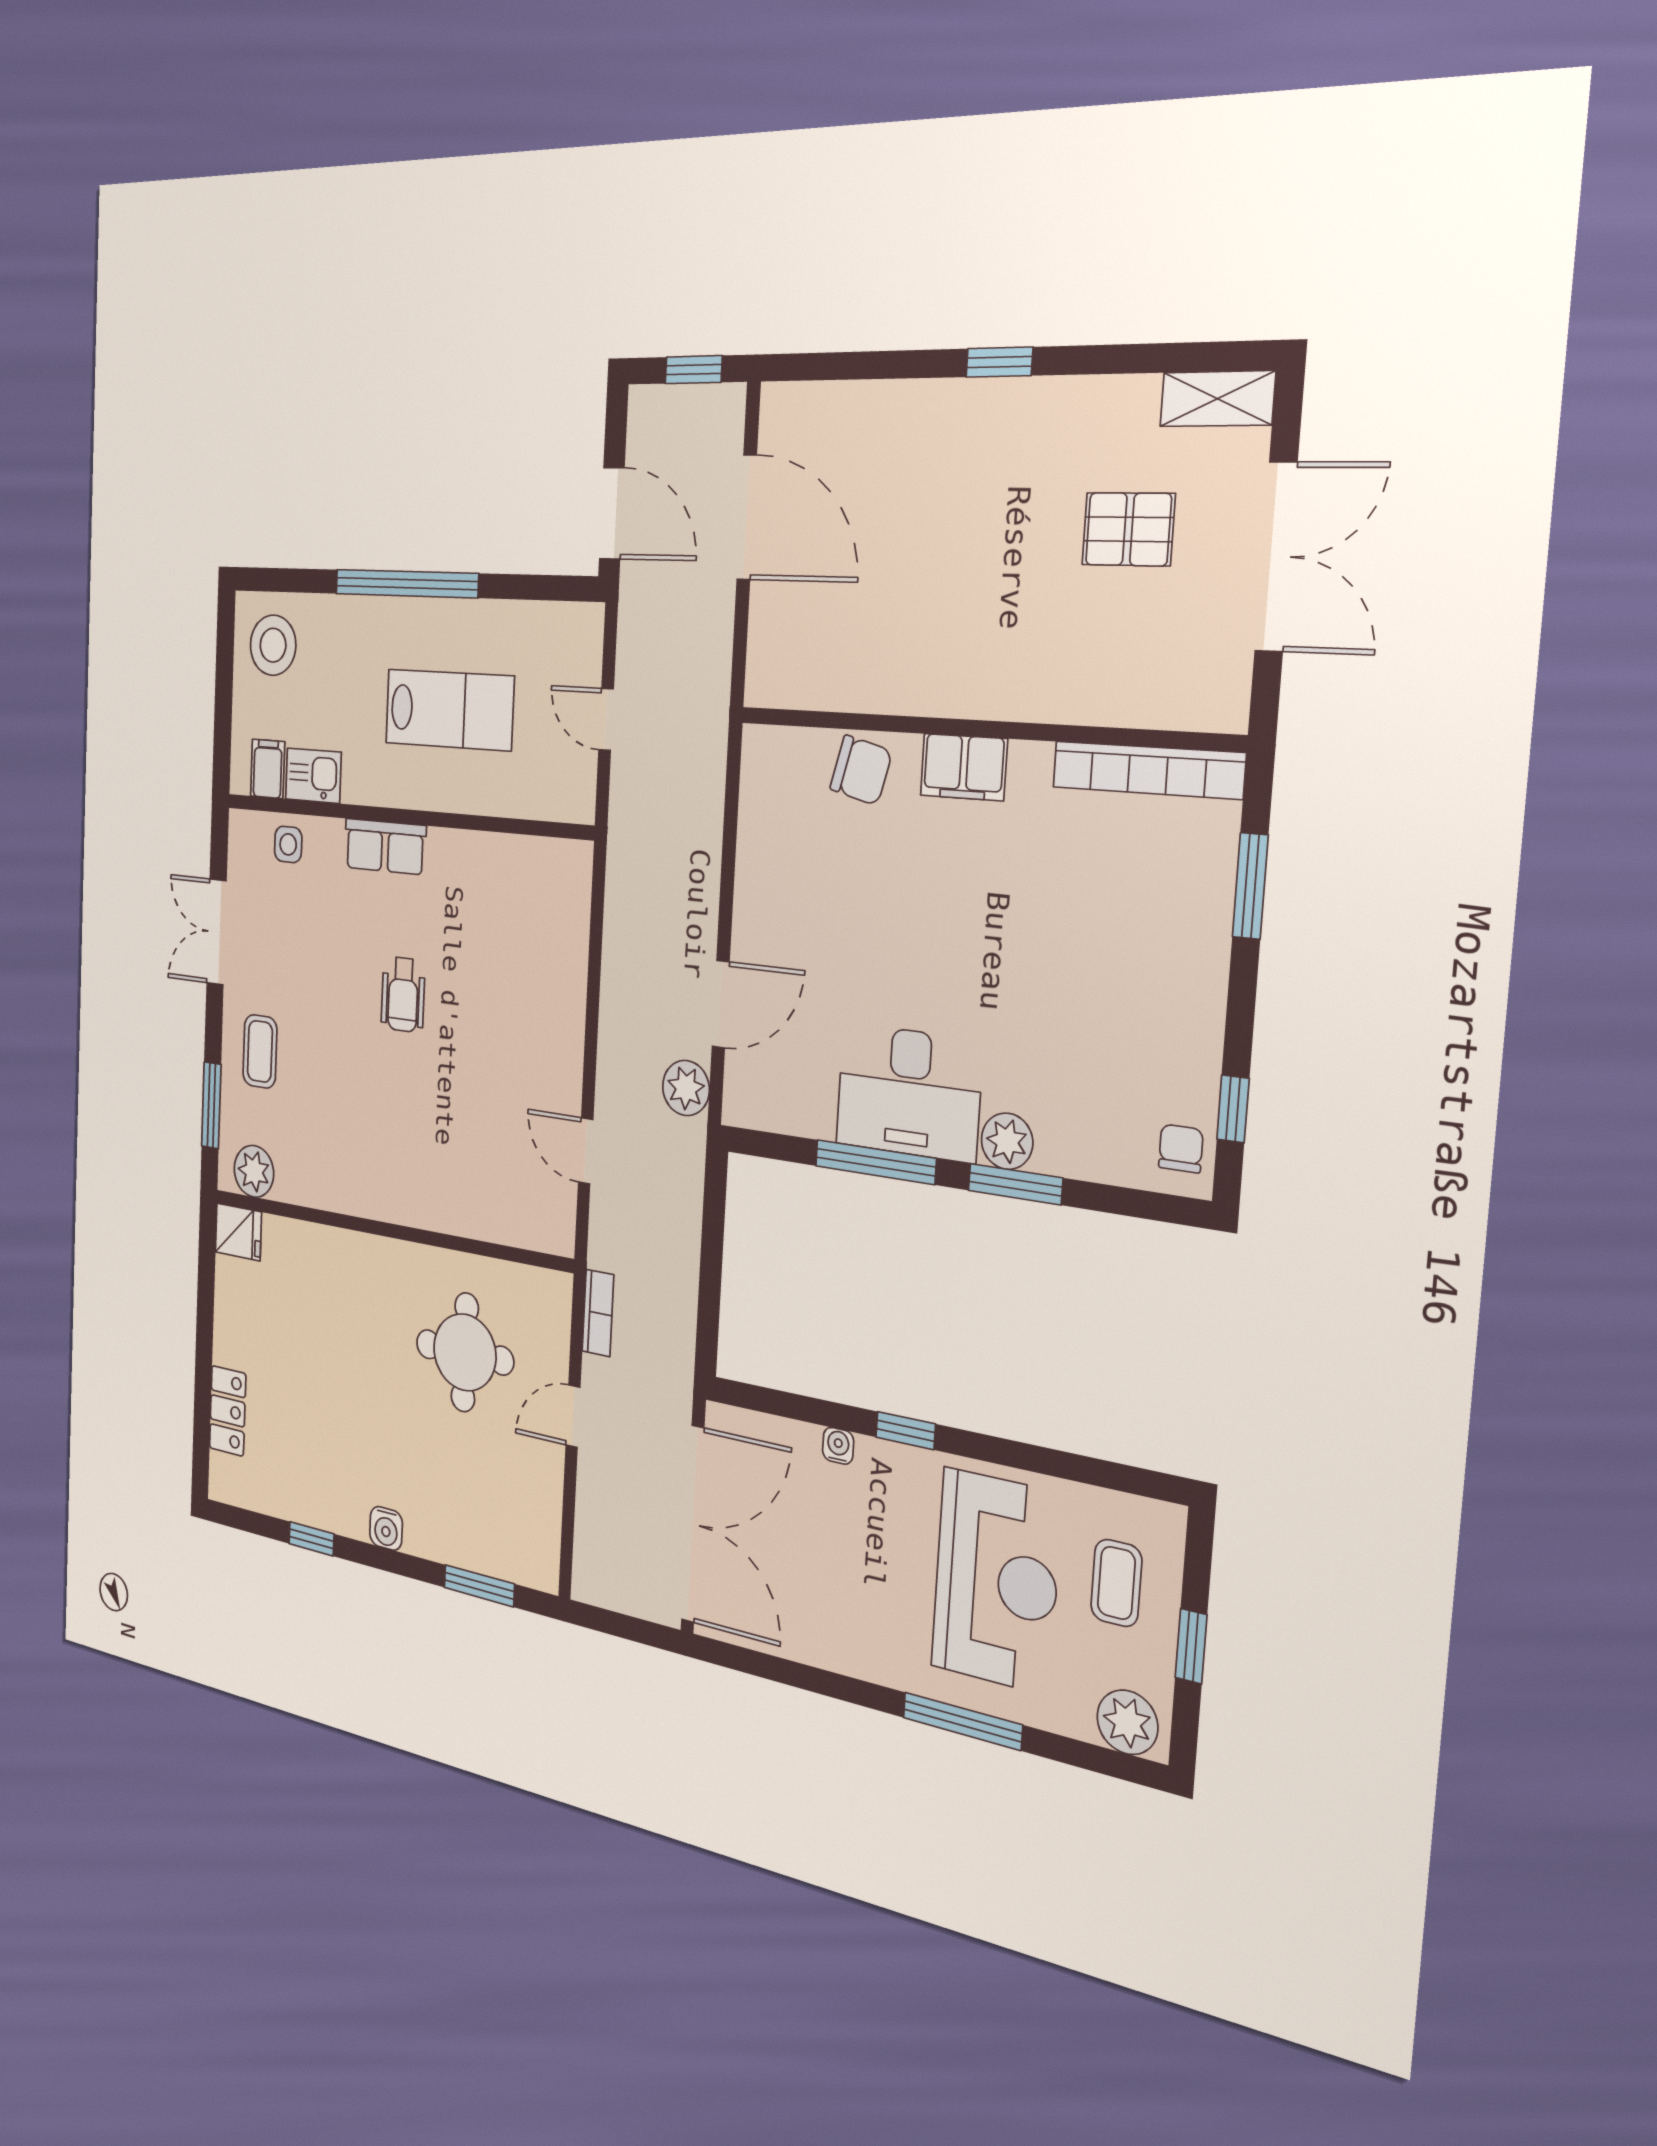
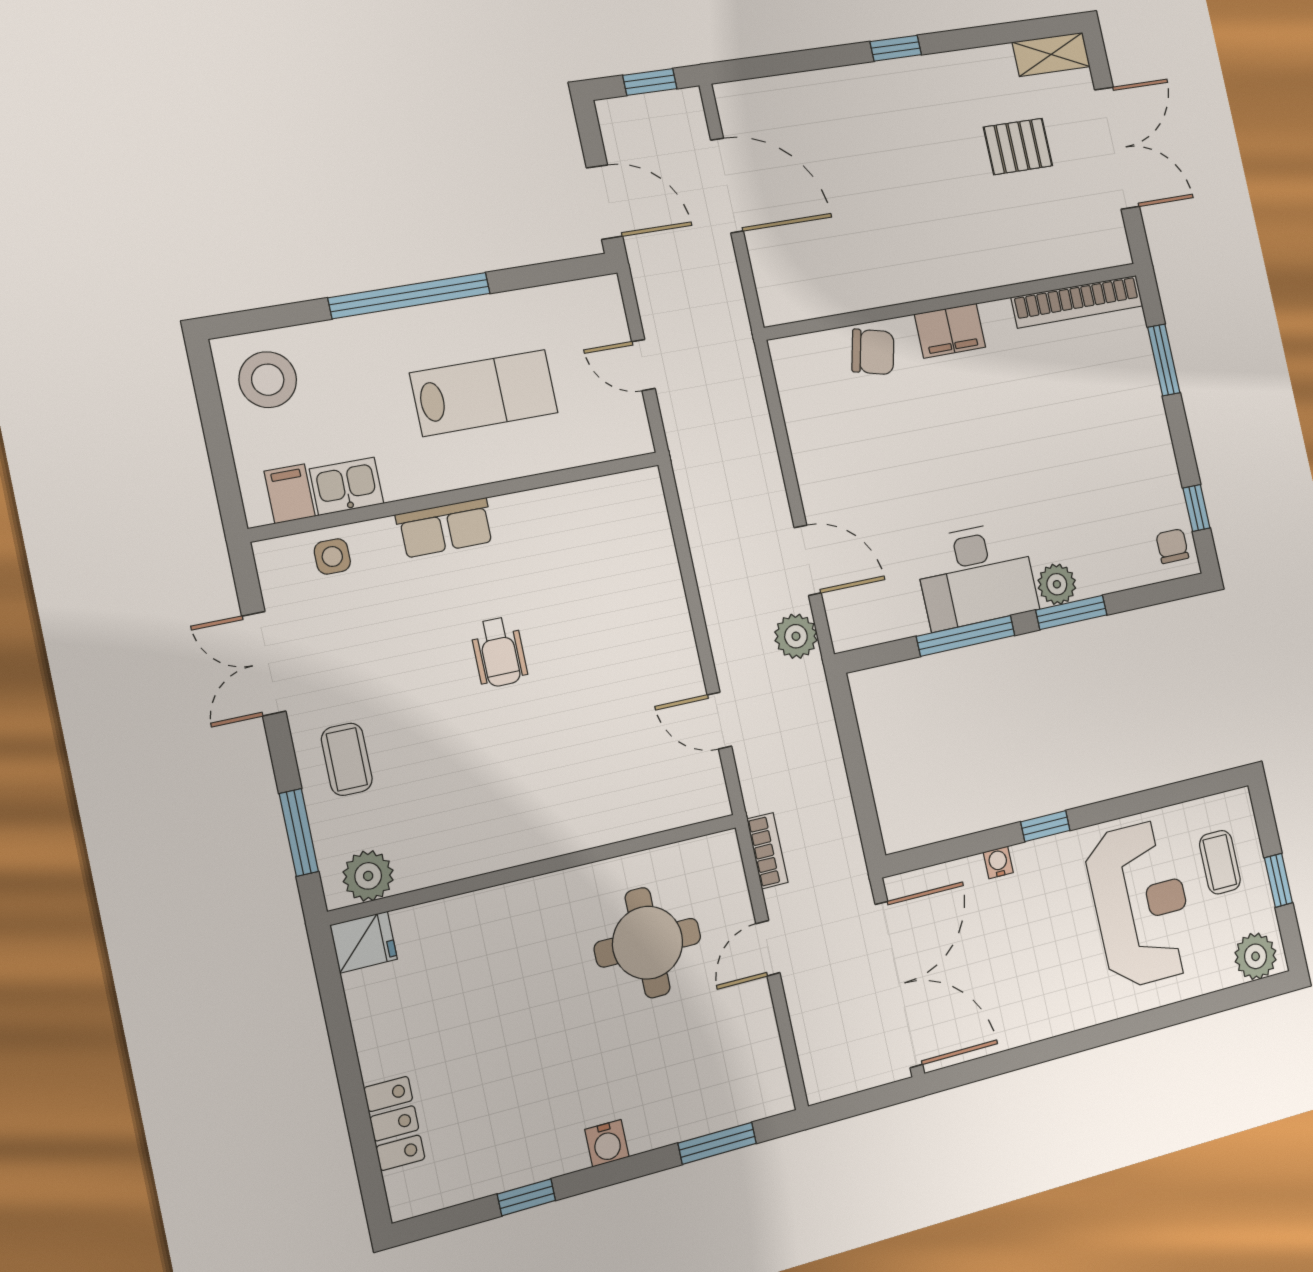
door: (721, 1004) -> (808, 560), hinge flipped
window: (962, 1721) -> (1148, 1021), removed

